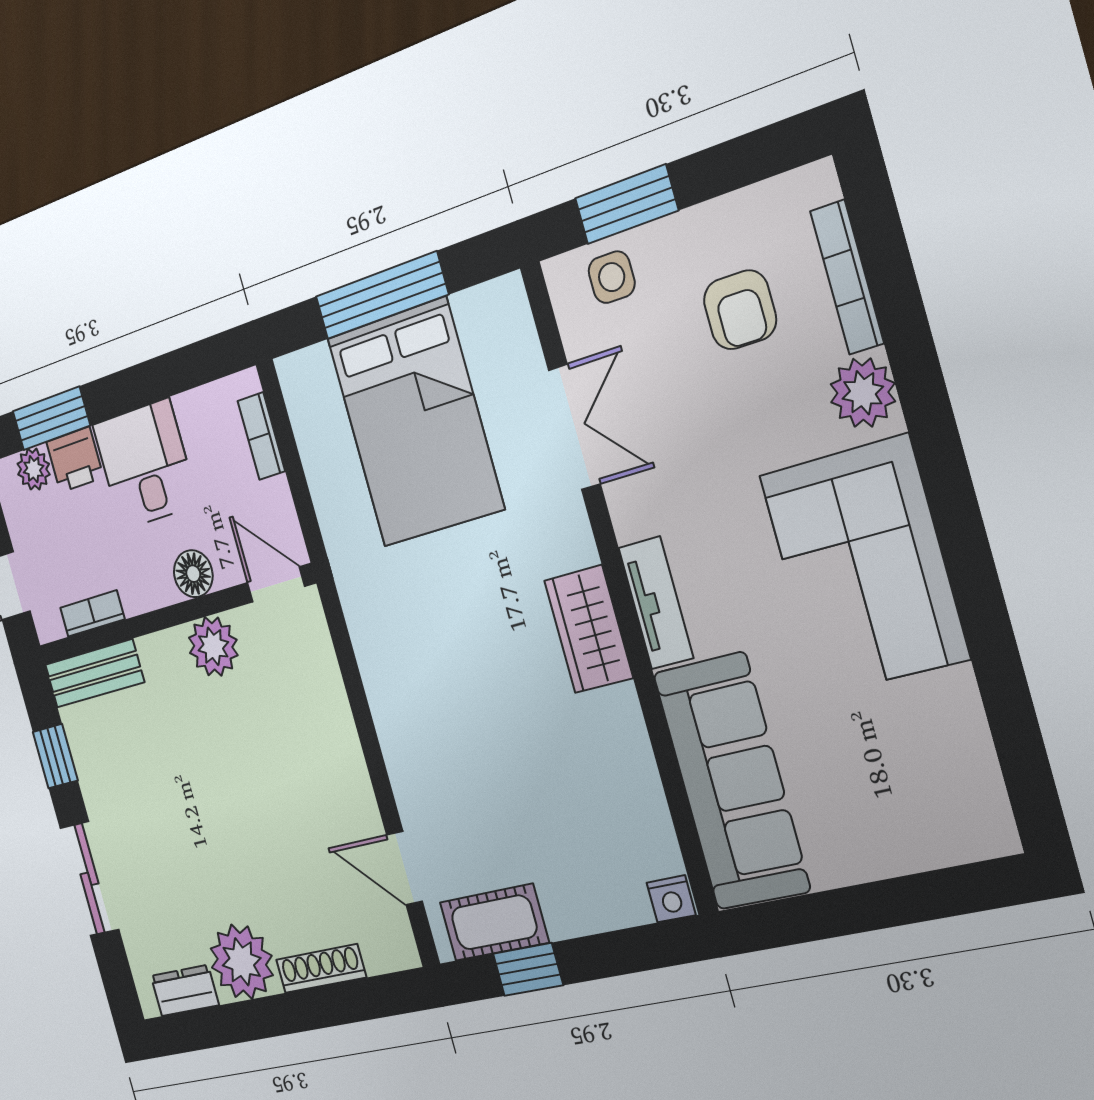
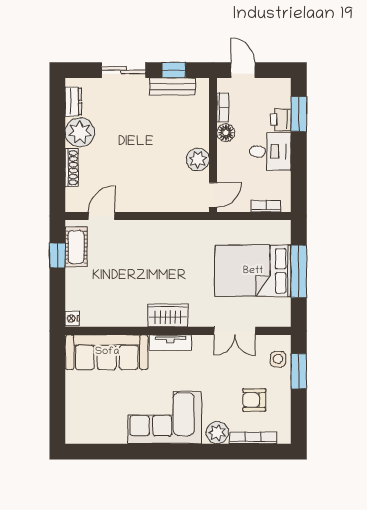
plant: (34, 469) -> (283, 99), removed
floor lamp: (193, 574) -> (226, 133), moved
bench: (94, 673) -> (172, 87), moved, turned 90

